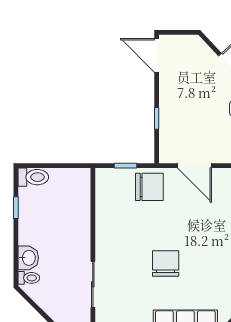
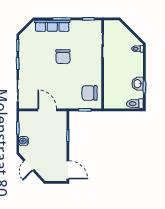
chair: (149, 187) -> (90, 93), moved
washbasin: (28, 258) -> (138, 84), moved

